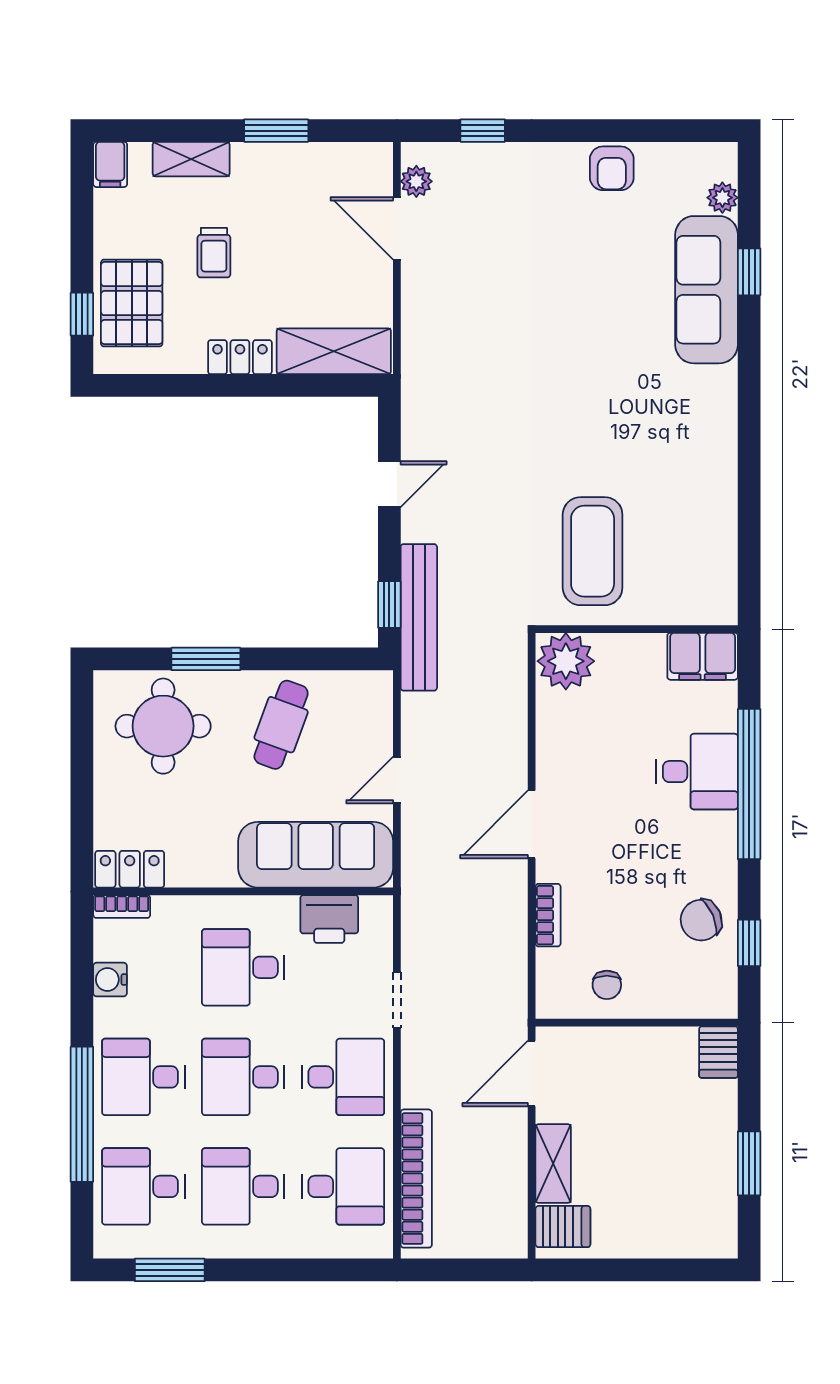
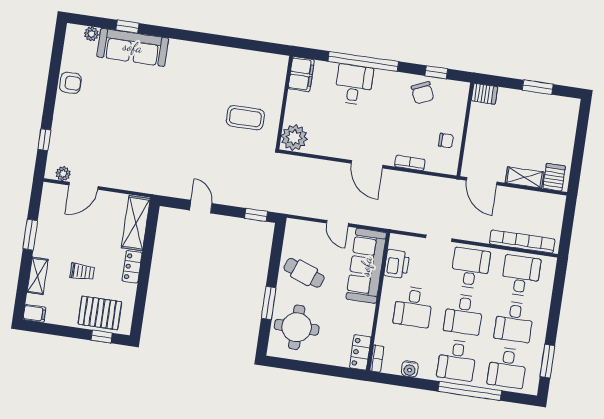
coffee table: (593, 551) -> (245, 118), width x0.73, depth x0.76
bench: (419, 617) -> (264, 202), removed

